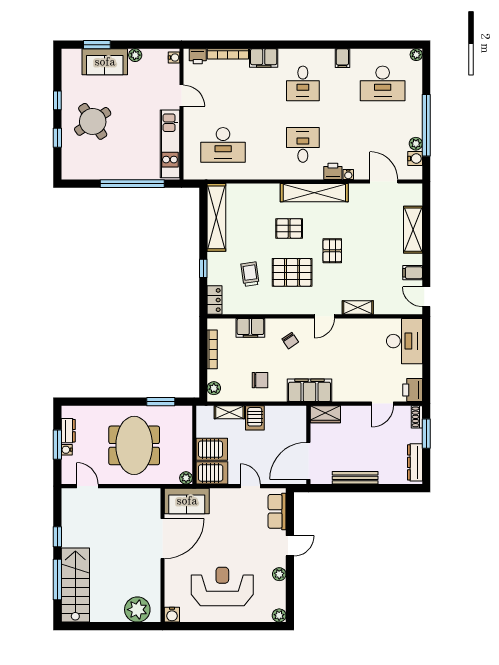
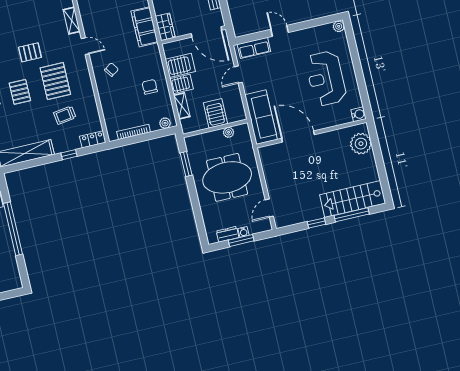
filing cabinet: (250, 328) -> (109, 105), removed
filing cabinet: (310, 390) -> (144, 27), moved
server rack: (212, 473) -> (180, 65), moved, turned 90
plant: (186, 478) -> (229, 132), moved
sofa: (187, 501) -> (261, 117), width x1.36
plant: (279, 574) -> (305, 34), removed

